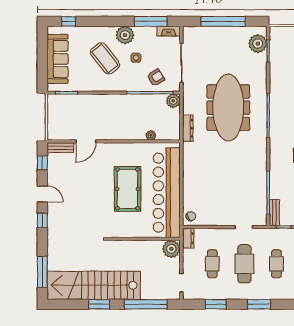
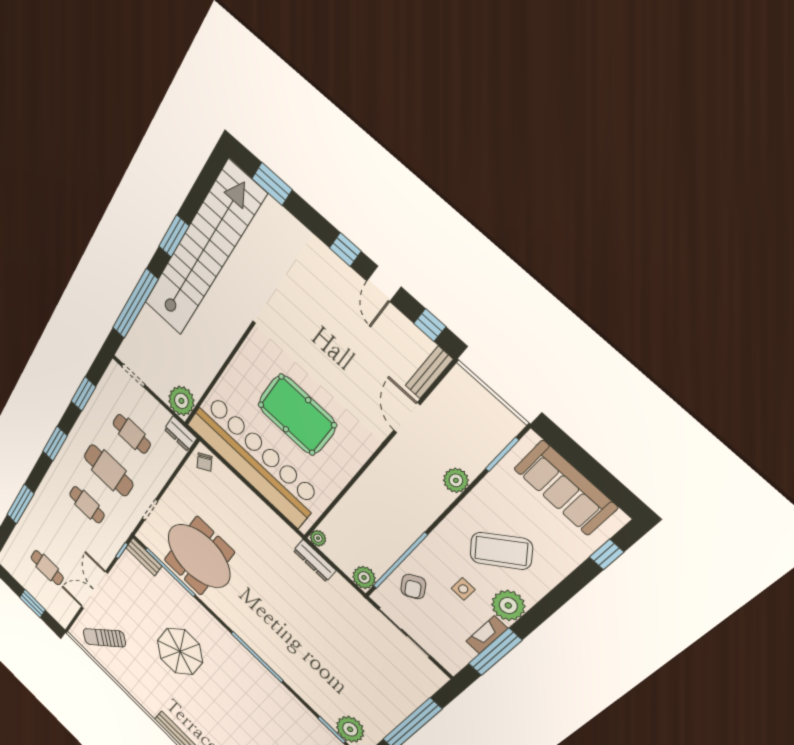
fireplace: (169, 31) -> (487, 635), moved
plant: (93, 101) -> (456, 480), added
meeting table: (228, 108) -> (199, 556), moved, width x0.73
plant: (151, 135) -> (318, 538), moved
door: (42, 194) -> (384, 284), hinge flipped
window: (42, 272) -> (272, 184), width x0.69

